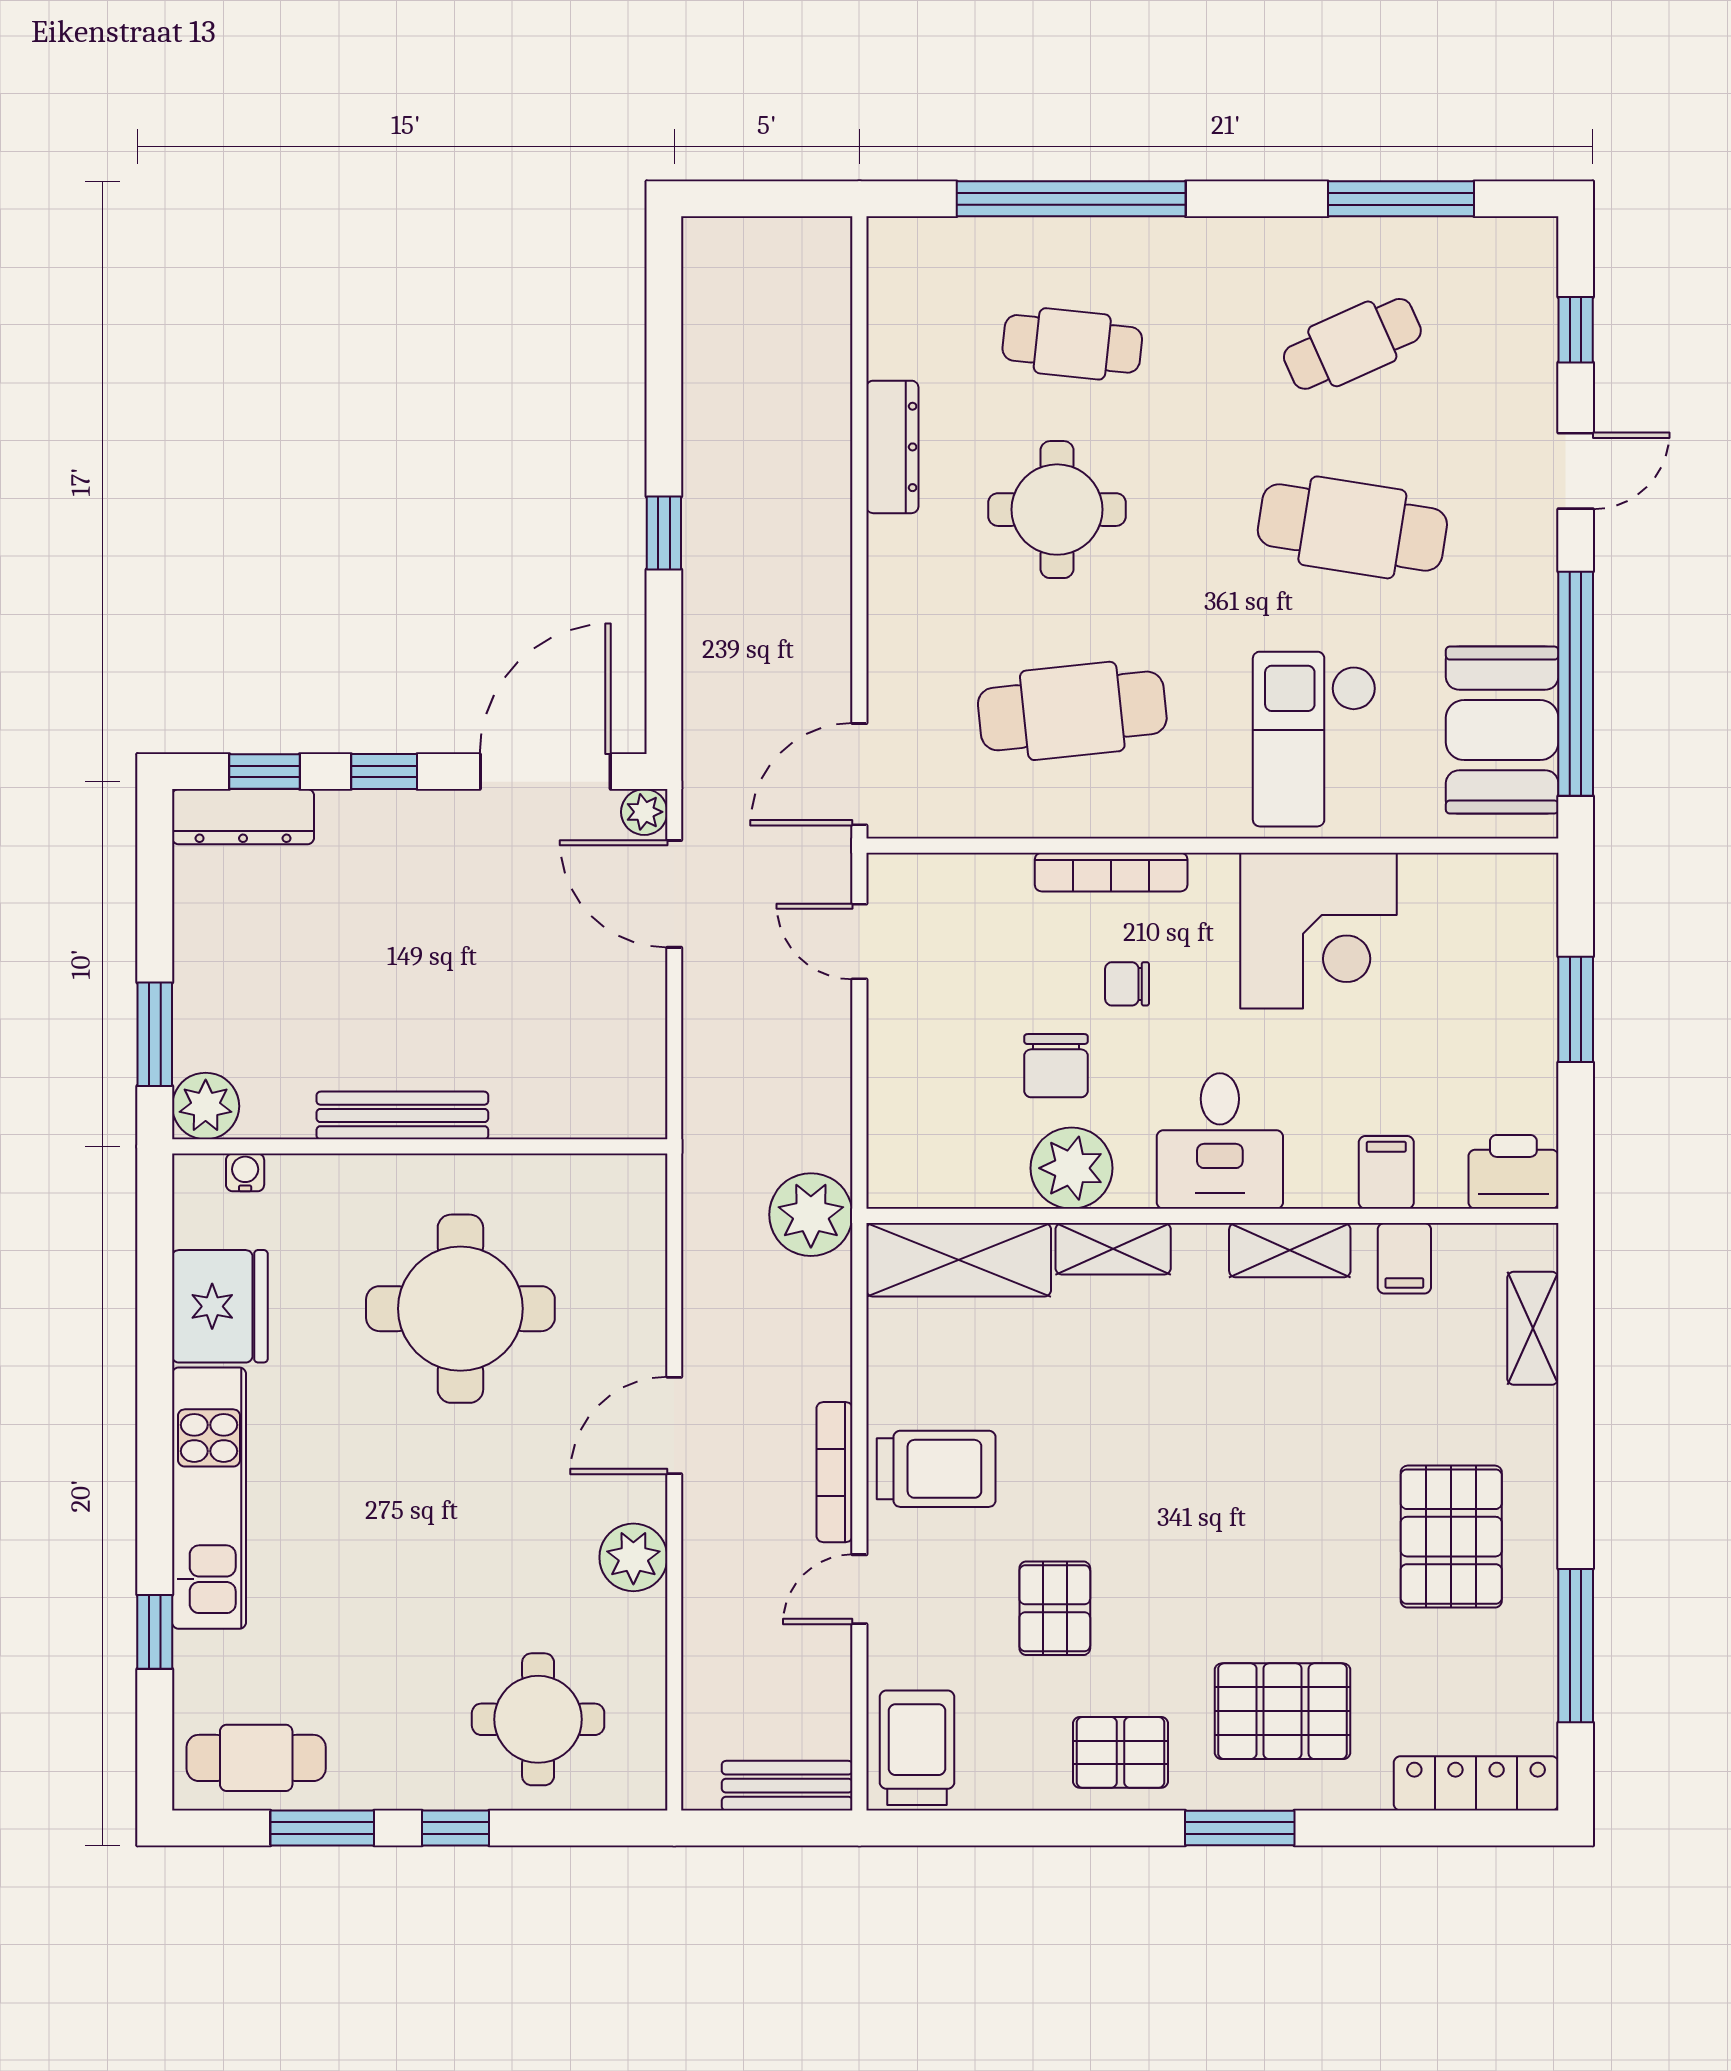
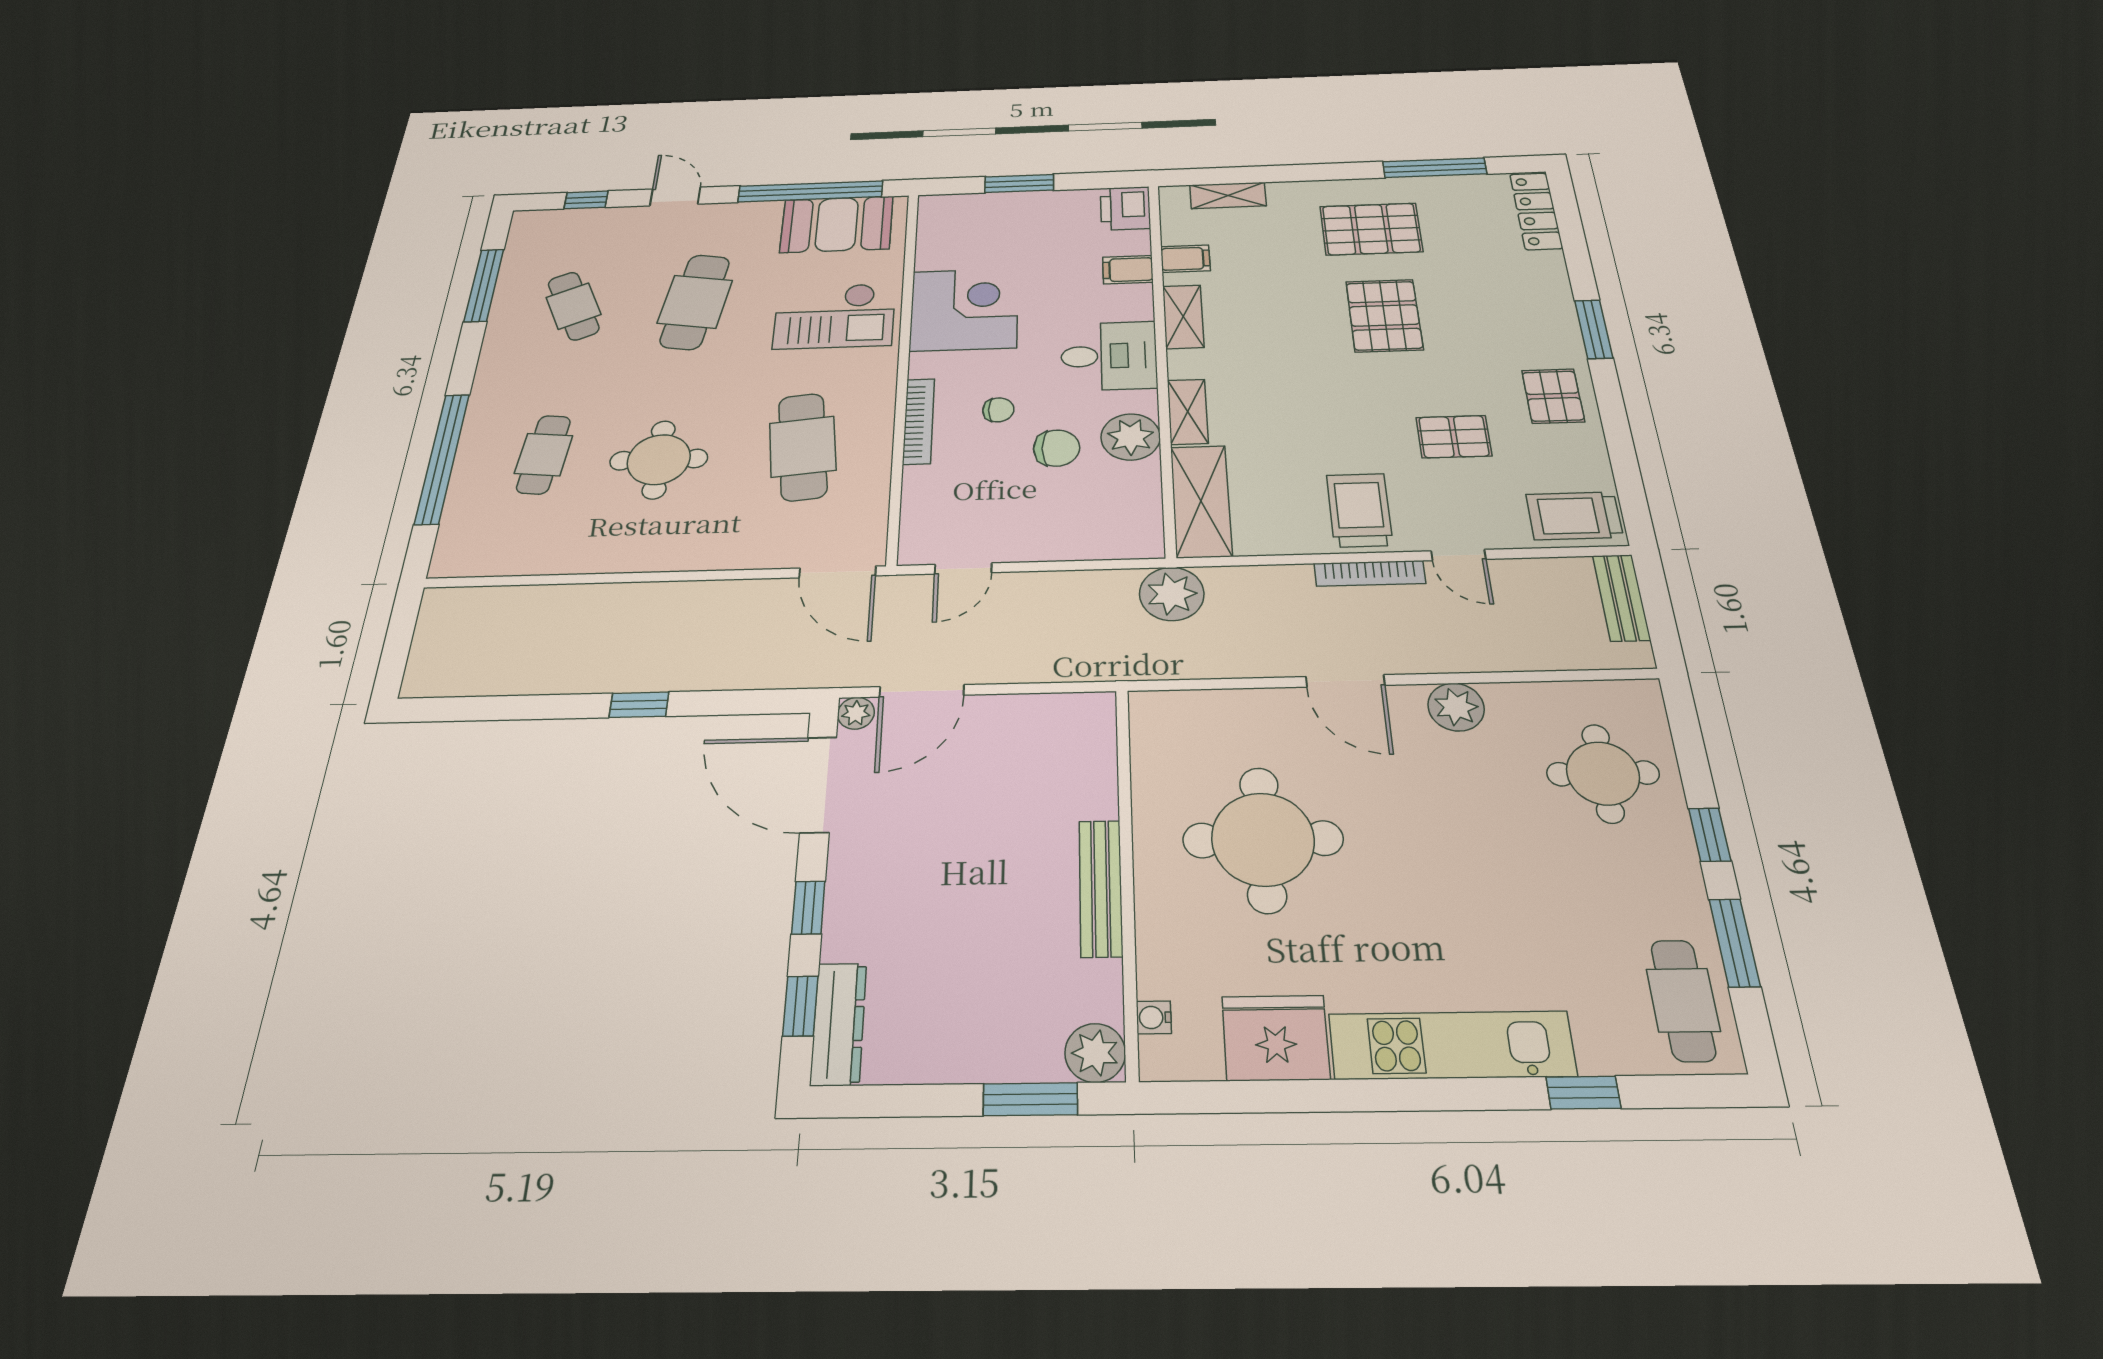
dresser: (892, 447) -> (598, 558), removed
chair: (1127, 984) -> (998, 410), turned -90
pallet: (1283, 1711) -> (1384, 316), moved

